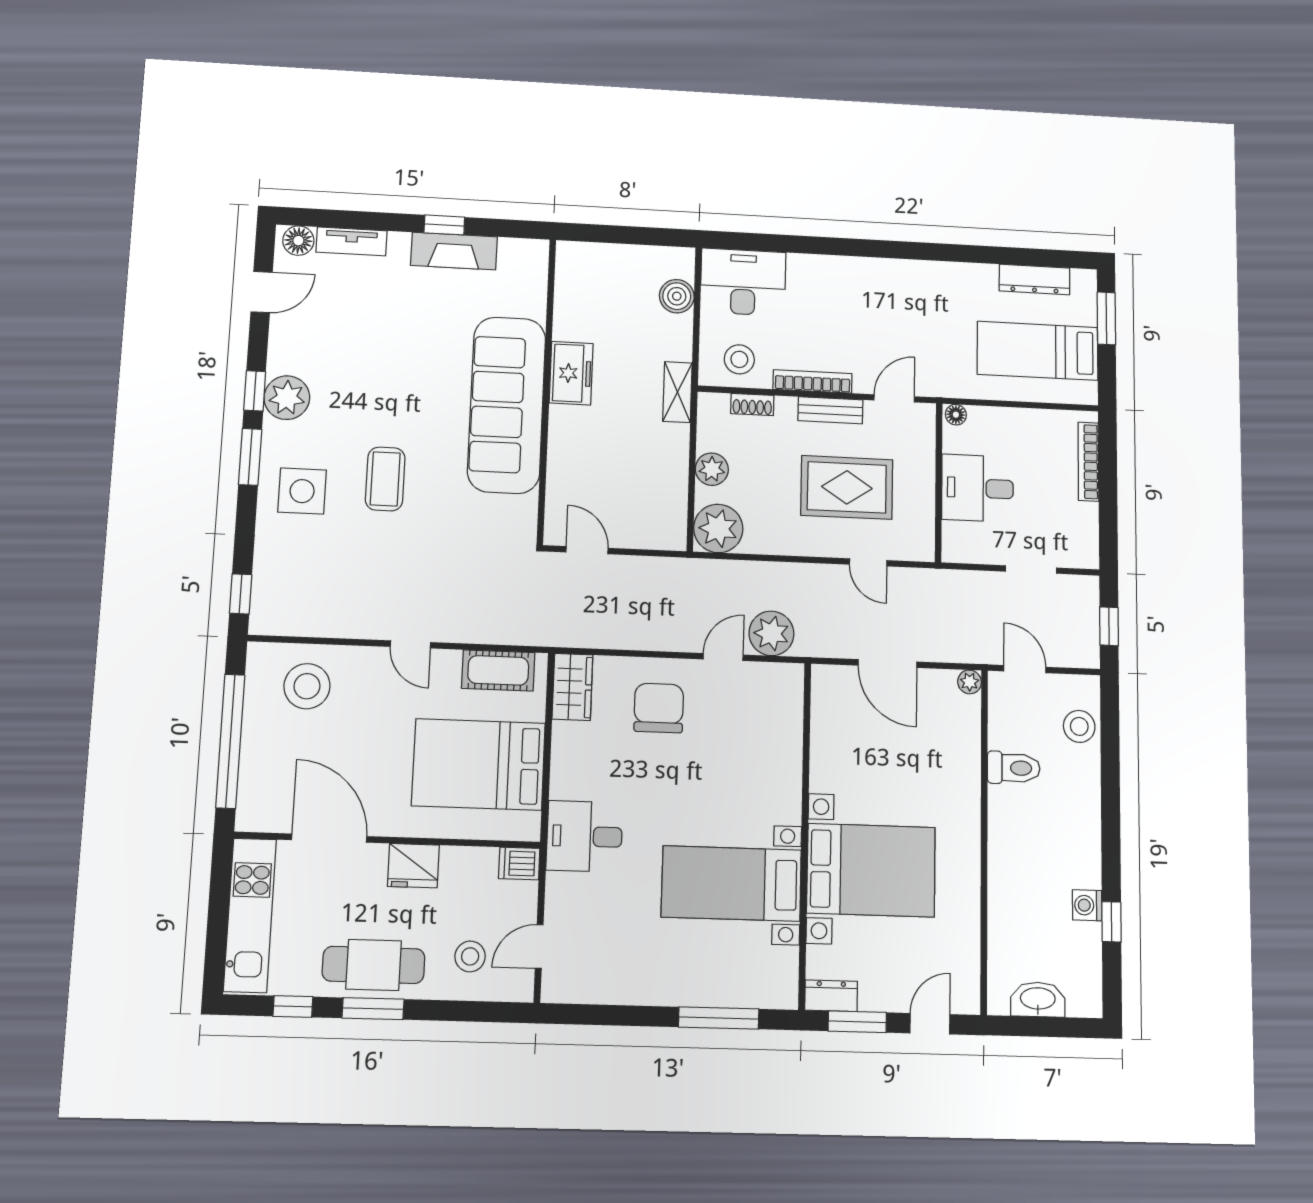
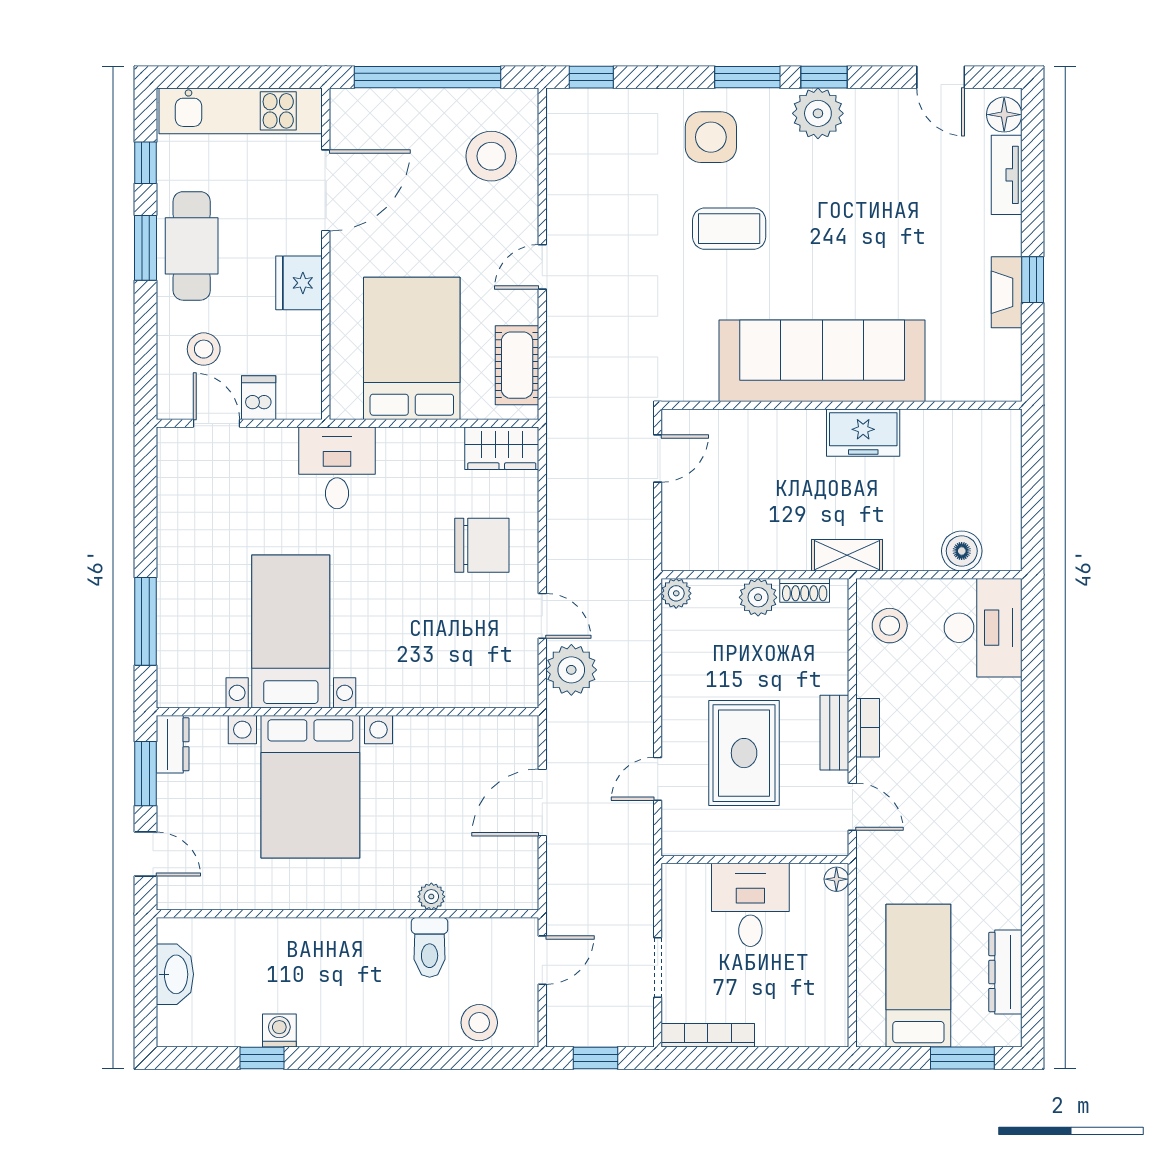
fireplace: (454, 251) -> (1007, 292), width x0.73, depth x0.76
bookcase: (813, 381) -> (868, 728), width x0.64
shoe rack: (752, 404) -> (805, 590), moved, turned -90
bookcase: (1088, 462) -> (708, 1035), moved
plant: (718, 528) -> (676, 593), width x0.53, depth x0.53
plant: (970, 682) -> (431, 897), moved
dishwasher: (519, 863) -> (259, 398), moved

